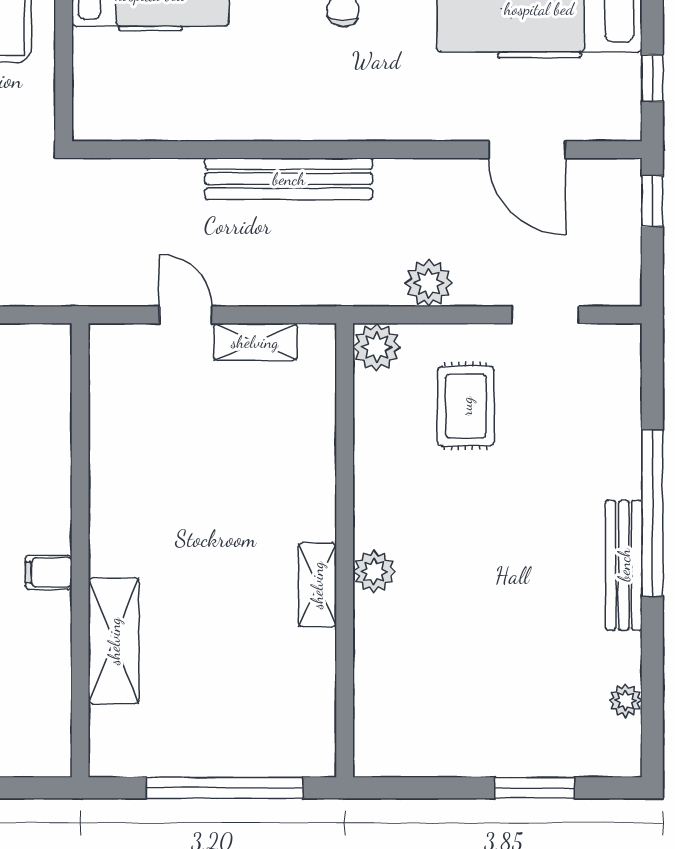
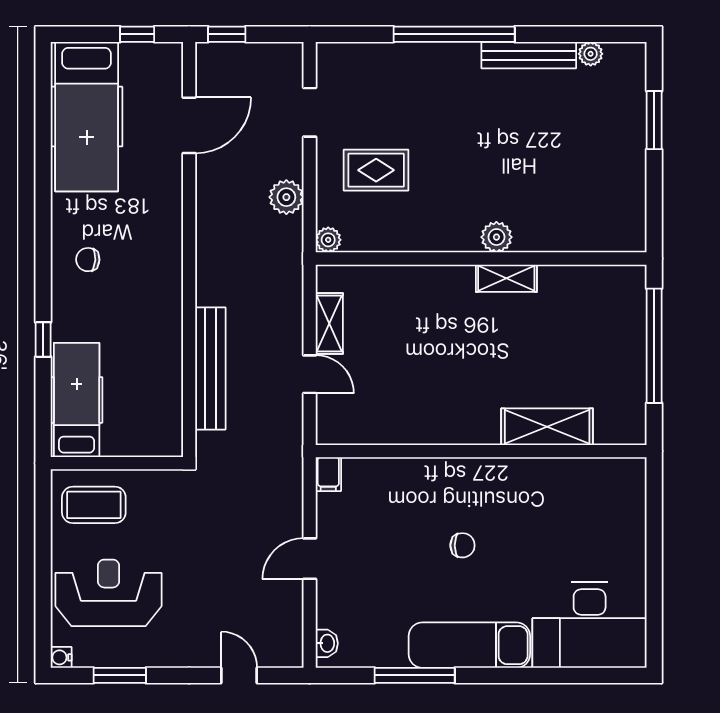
bench: (289, 179) -> (210, 368), moved
door: (186, 315) -> (310, 374), swing flipped
plant: (377, 347) -> (328, 240), width x0.73, depth x0.73
bench: (624, 565) -> (529, 55), moved
filing cabinet: (49, 572) -> (328, 474), moved

